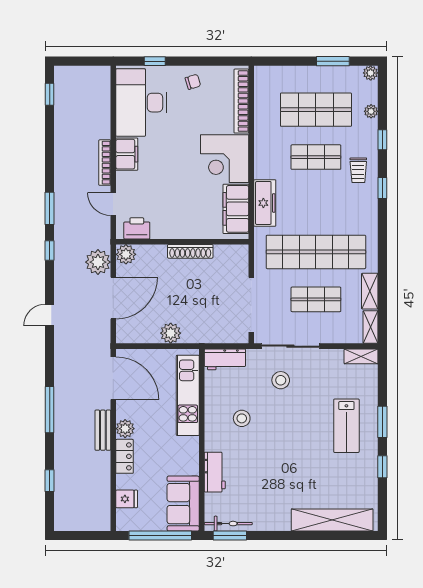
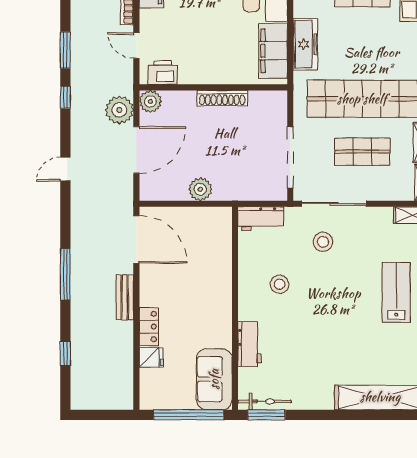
kitchen unit: (188, 395) -> (219, 259), removed
lab bench: (346, 426) -> (396, 292), turned 180
plant: (125, 429) -> (150, 296), removed
fridge: (127, 499) -> (151, 357), moved

